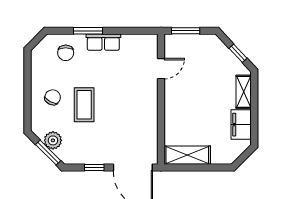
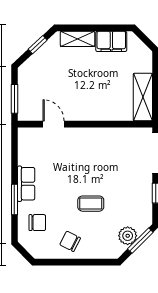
chair: (53, 97) -> (70, 241), moved
coffee table: (84, 105) -> (91, 204), width x0.73, depth x0.77

